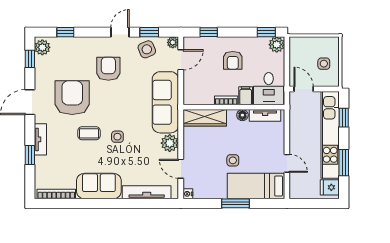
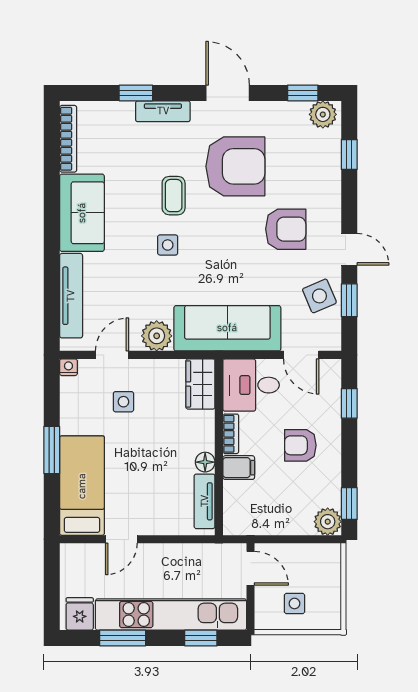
plant: (173, 42) -> (331, 341), removed
desk: (269, 89) -> (251, 385), moved
door: (304, 89) -> (251, 568), hinge flipped
wardrobe: (205, 118) -> (200, 384), width x0.67
side table: (233, 160) -> (123, 402), moved

